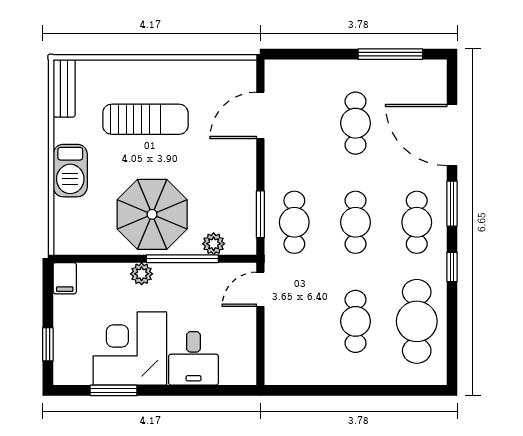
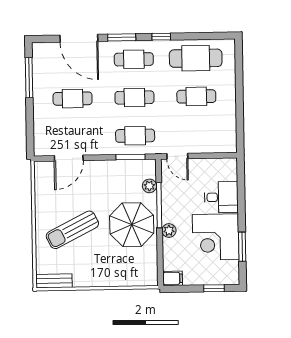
door: (260, 115) -> (69, 158), hinge flipped
sun lounger: (145, 119) -> (72, 230), turned -117
door: (452, 135) -> (79, 38), hinge flipped
barbecue: (70, 171) -> (105, 276), removed

